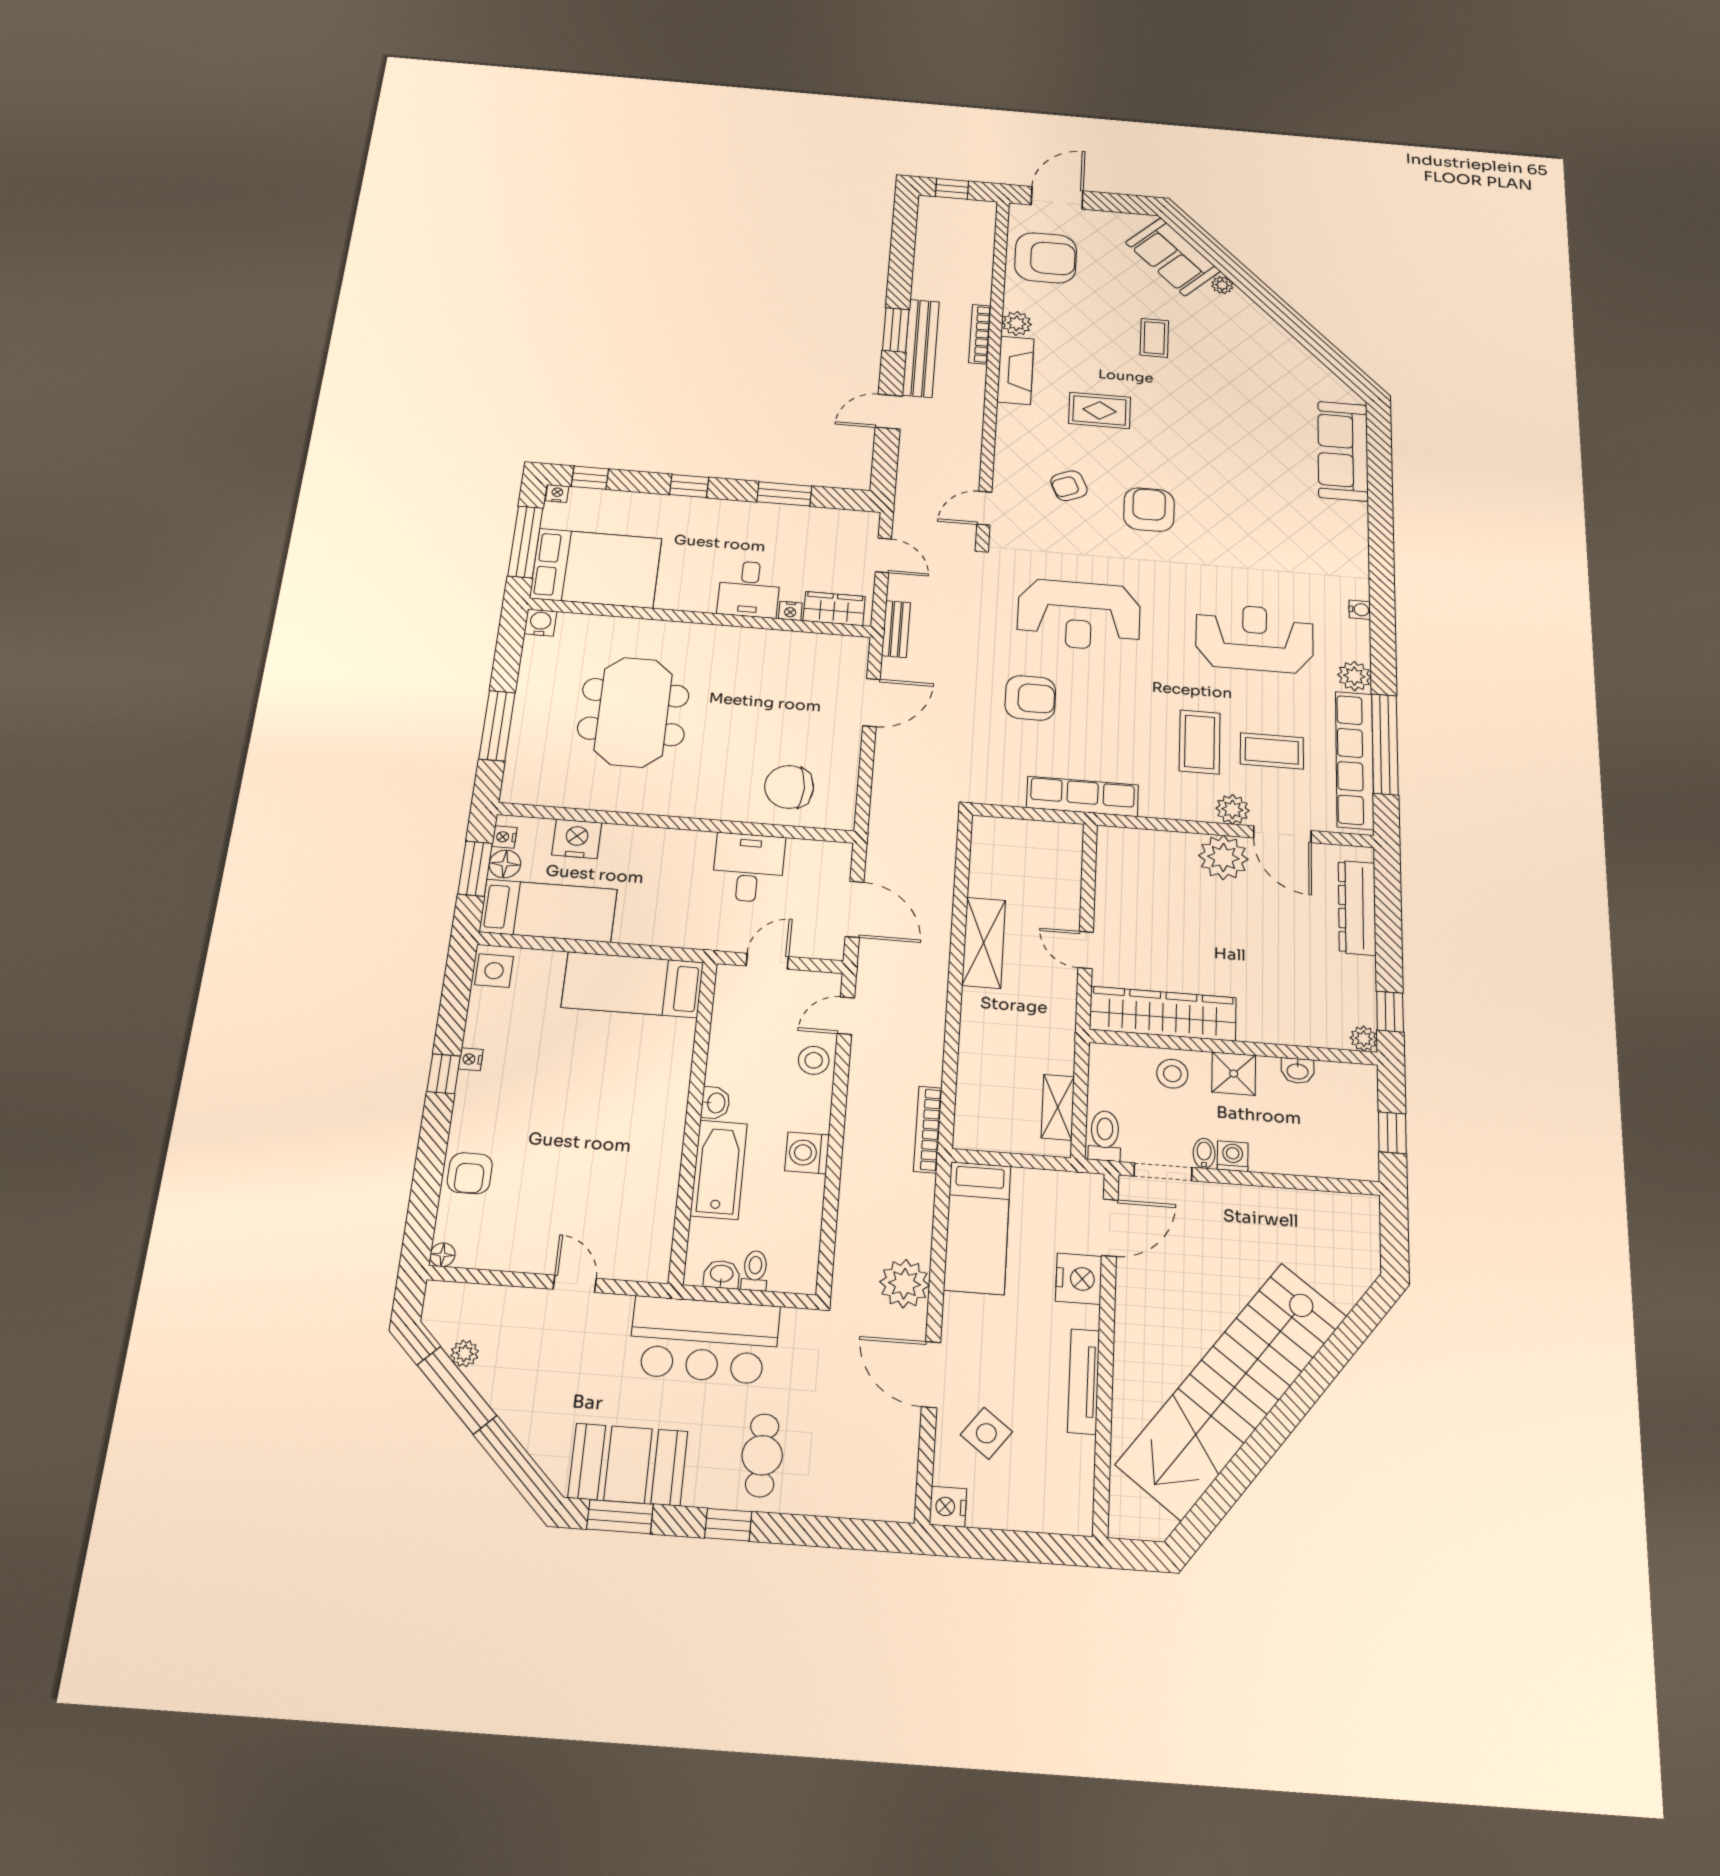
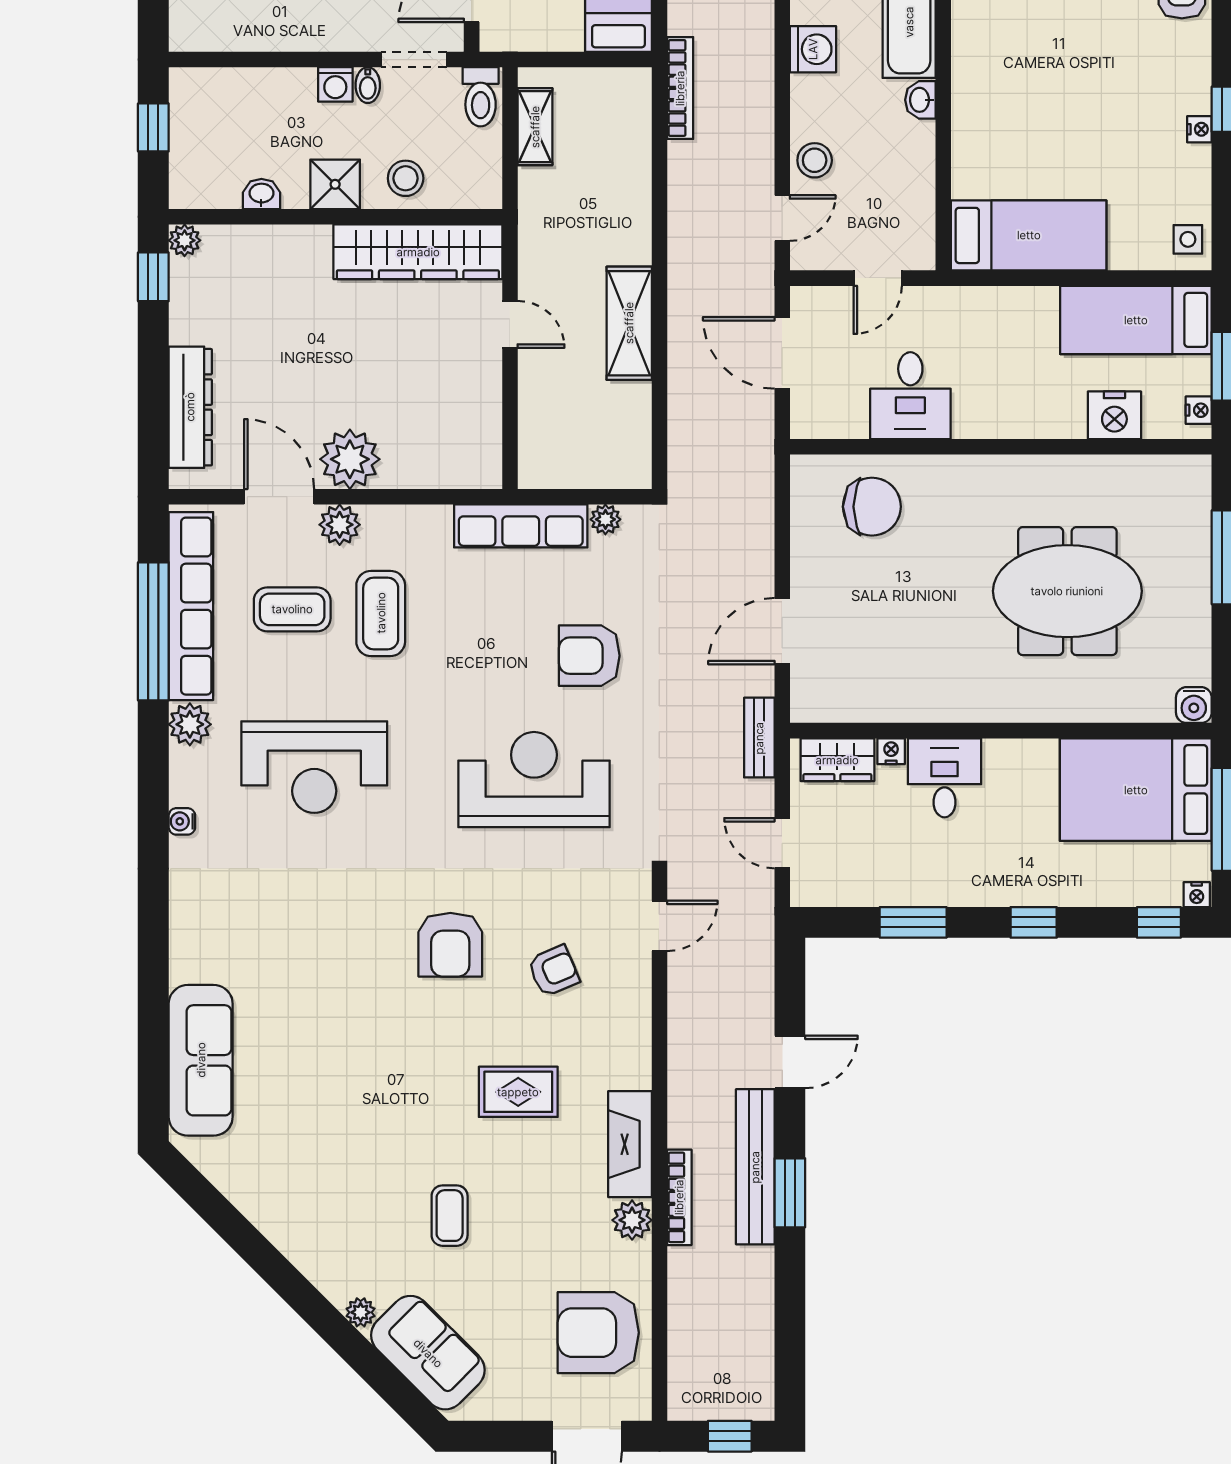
meeting table: (633, 712) -> (1067, 591), turned 90
plant: (1012, 795) -> (605, 519), added
floor lamp: (505, 864) -> (1194, 375), removed
side table: (494, 971) -> (1188, 239), width x0.73, depth x0.73

